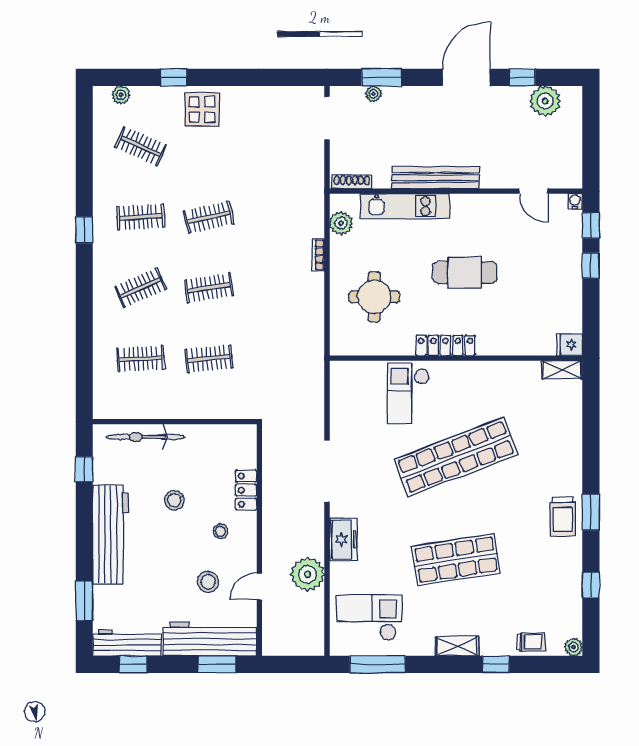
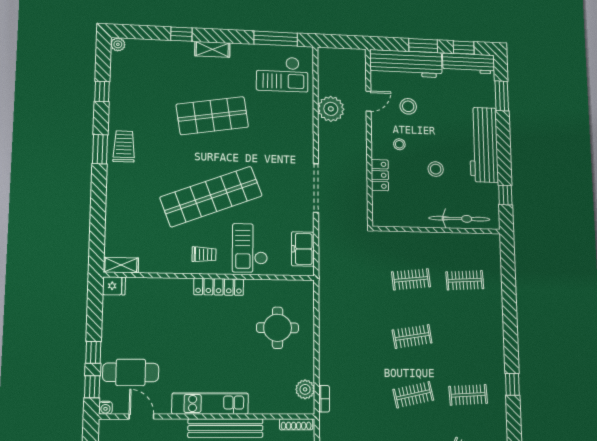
kitchen unit: (405, 206) -> (210, 404), moved
bookcase: (318, 255) -> (324, 399), moved
cafe table: (465, 272) -> (131, 372), moved
clothes rail: (141, 288) -> (466, 337), removed
checkout: (408, 394) -> (250, 248), turned 180
freezer: (343, 540) -> (303, 249), moved
trolley: (531, 642) -> (204, 254), moved, turned 180
window: (217, 664) -> (423, 46), moved

